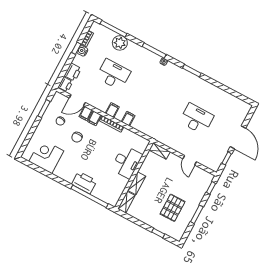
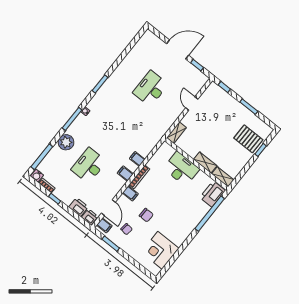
plant: (120, 43) -> (66, 142), moved
water cooler: (82, 51) -> (37, 176), moved
filing cabinet: (86, 113) -> (104, 225), moved
door: (190, 160) -> (192, 104), swing flipped
printer: (84, 183) -> (213, 194), moved
pallet: (173, 208) -> (248, 139), moved

